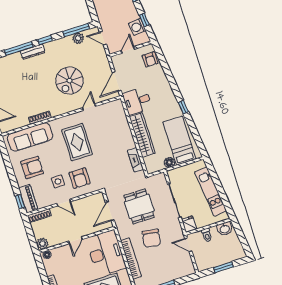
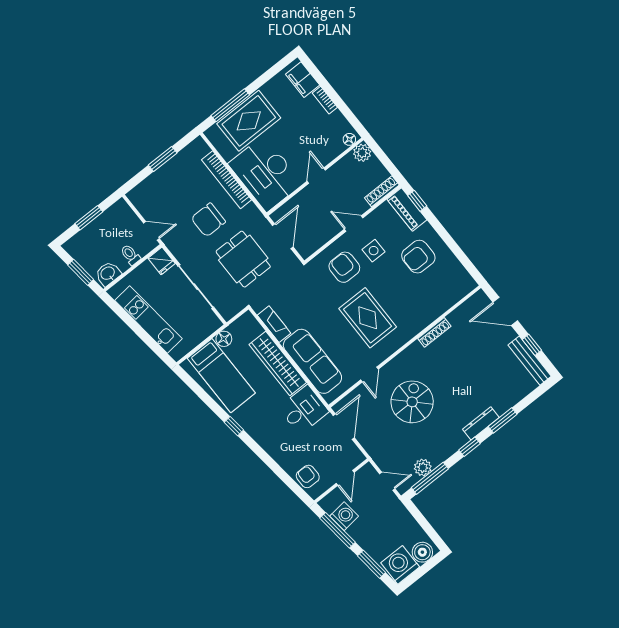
window: (144, 20) -> (338, 530), width x2.17
window: (19, 48) -> (503, 420), width x0.69
sofa: (30, 137) -> (312, 361), moved, turned 90
window: (241, 236) -> (81, 272), added
chair: (151, 238) -> (208, 220), turned -99

